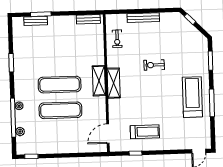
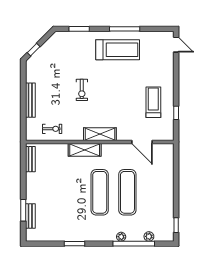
shelving: (99, 81) -> (85, 150), moved
treadmill: (192, 97) -> (118, 50), turned 180
door: (108, 134) -> (142, 142), moved

